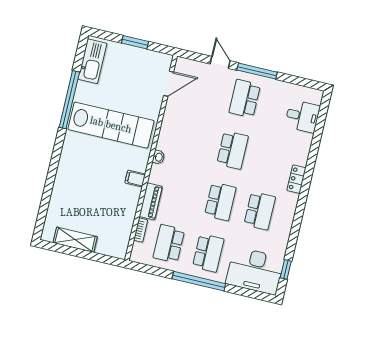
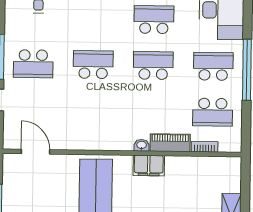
washbasin: (159, 157) -> (142, 145), moved
filing cabinet: (135, 179) -> (149, 166), width x2.00

